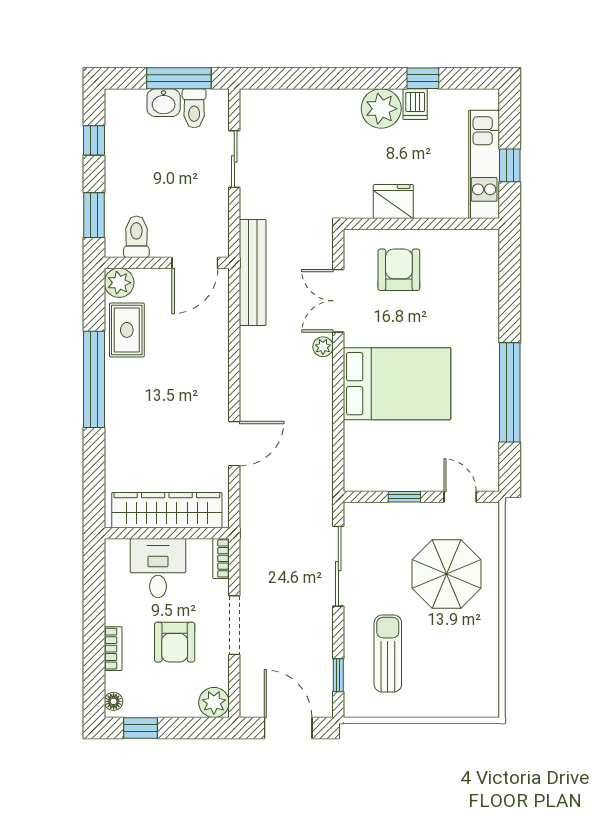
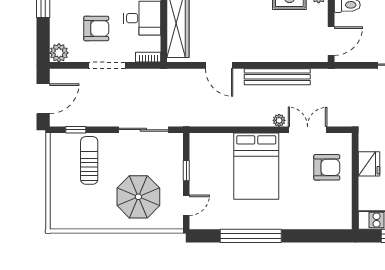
door: (195, 263) -> (331, 41), swing flipped
bench: (253, 272) -> (277, 77), moved
armchair: (175, 642) -> (96, 28), turned 180
sun lounger: (388, 654) -> (89, 160), turned -90

